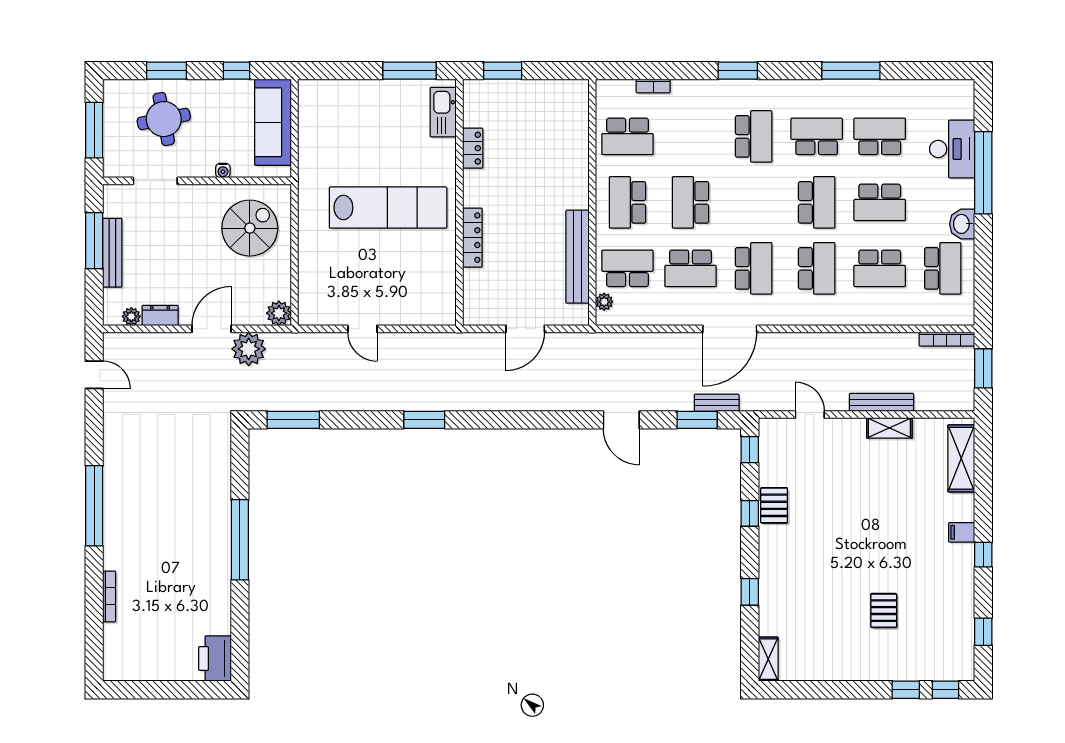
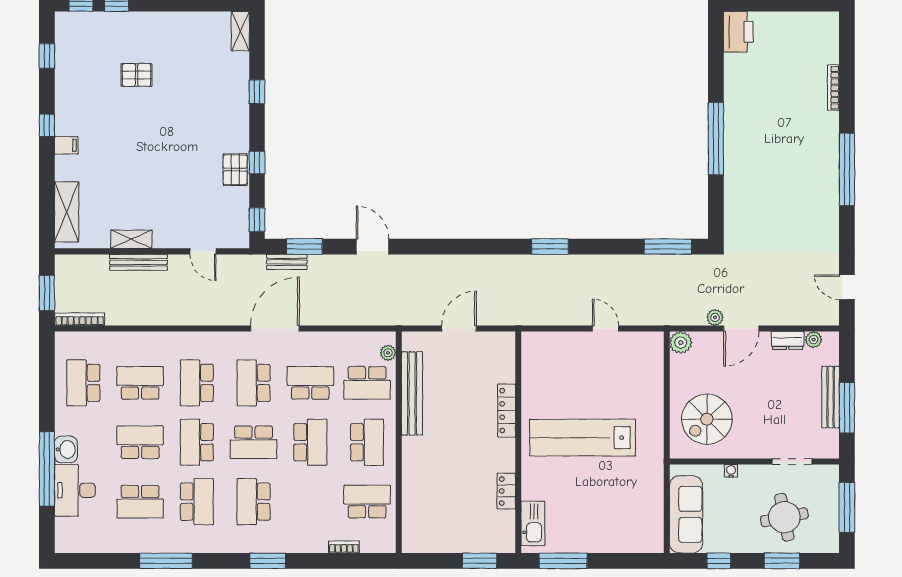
school desk: (817, 136) -> (197, 502), turned -90
school desk: (754, 202) -> (254, 442), added
washbasin: (962, 224) -> (66, 449), moved
plant: (249, 349) -> (715, 317), width x0.53, depth x0.53
pallet: (884, 611) -> (136, 75), turned 90

